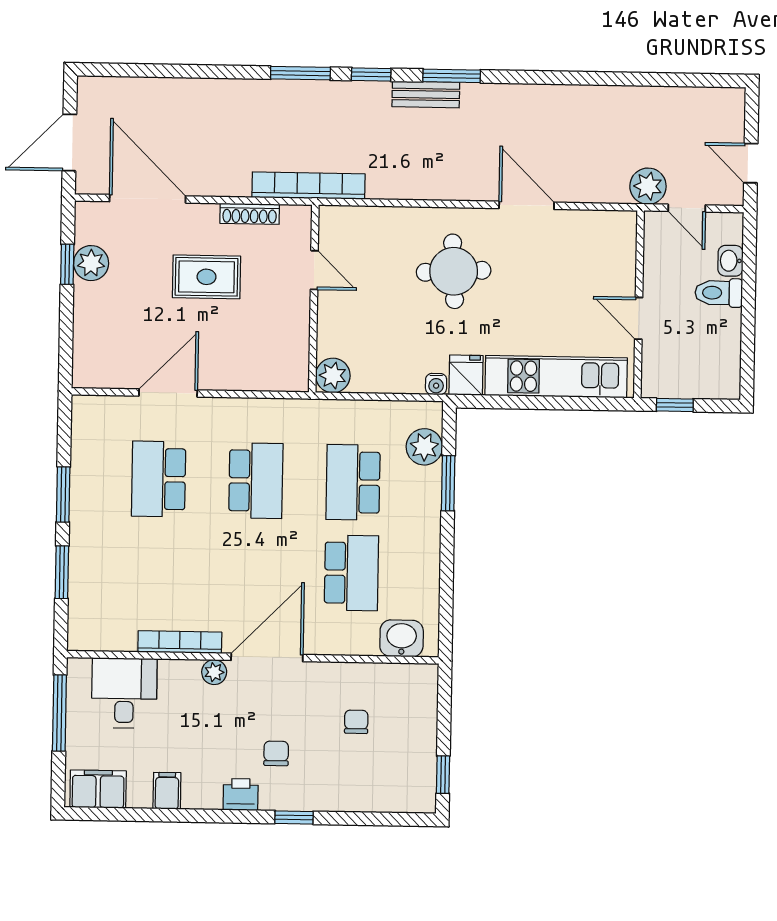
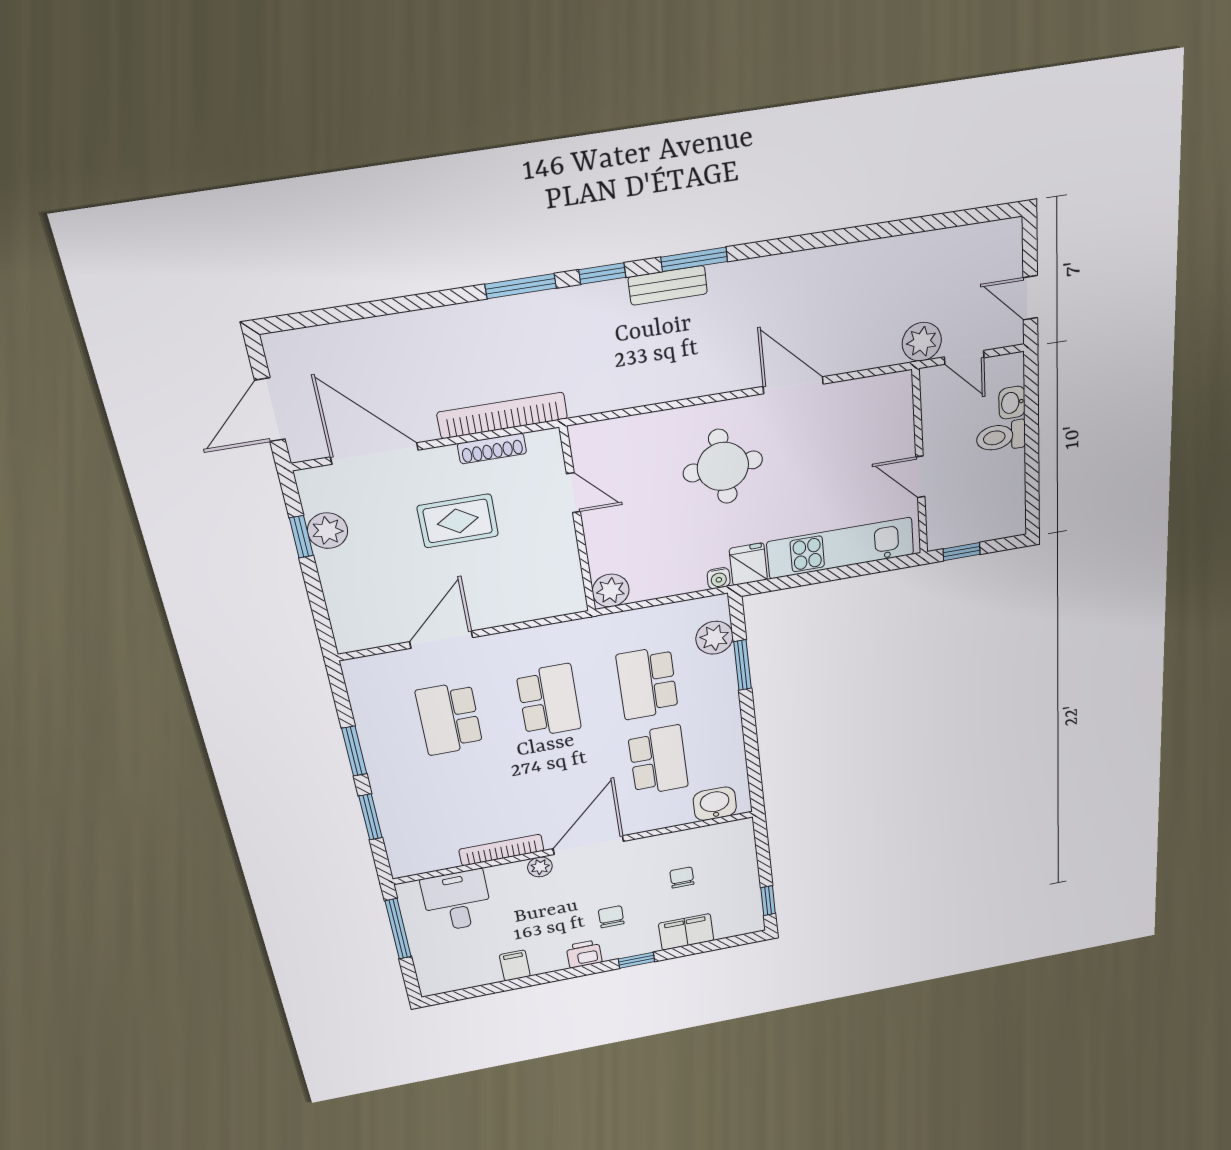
bookcase: (308, 186) -> (502, 415), moved
filing cabinet: (98, 789) -> (686, 932), moved

